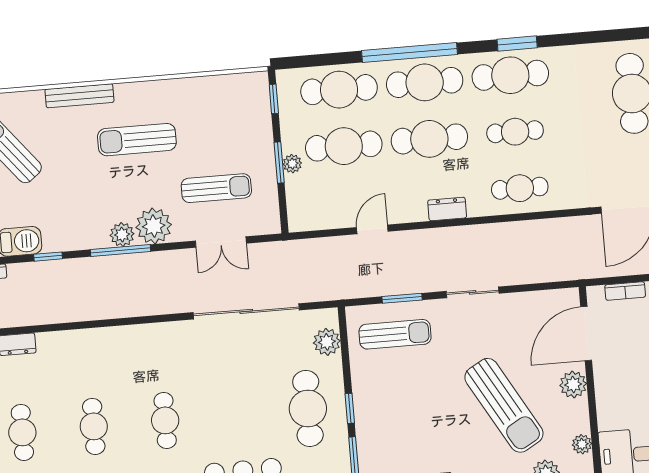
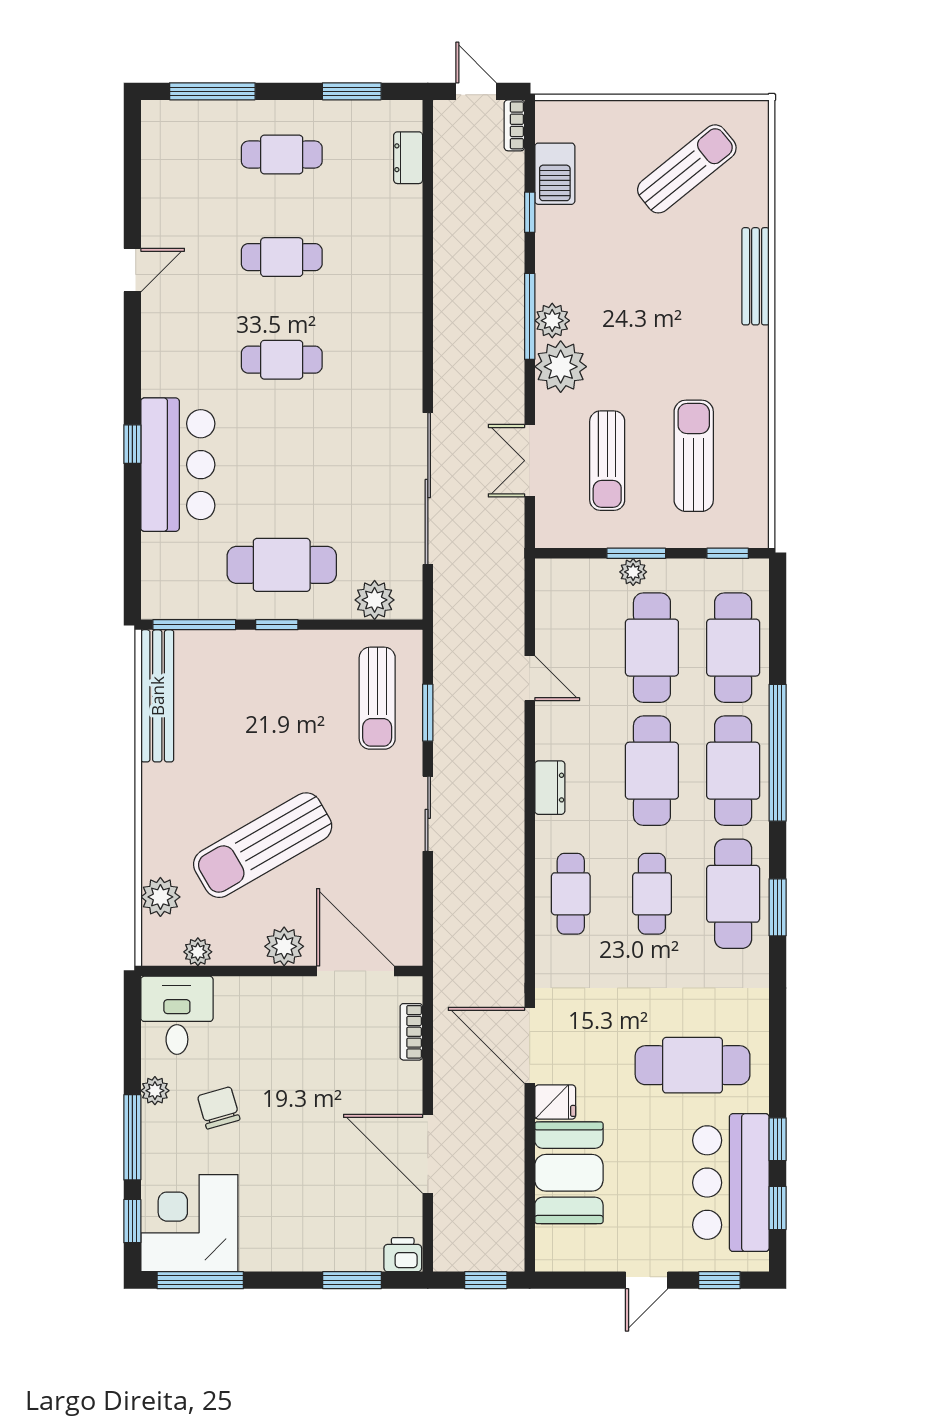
sun lounger: (137, 140) -> (694, 456), moved

